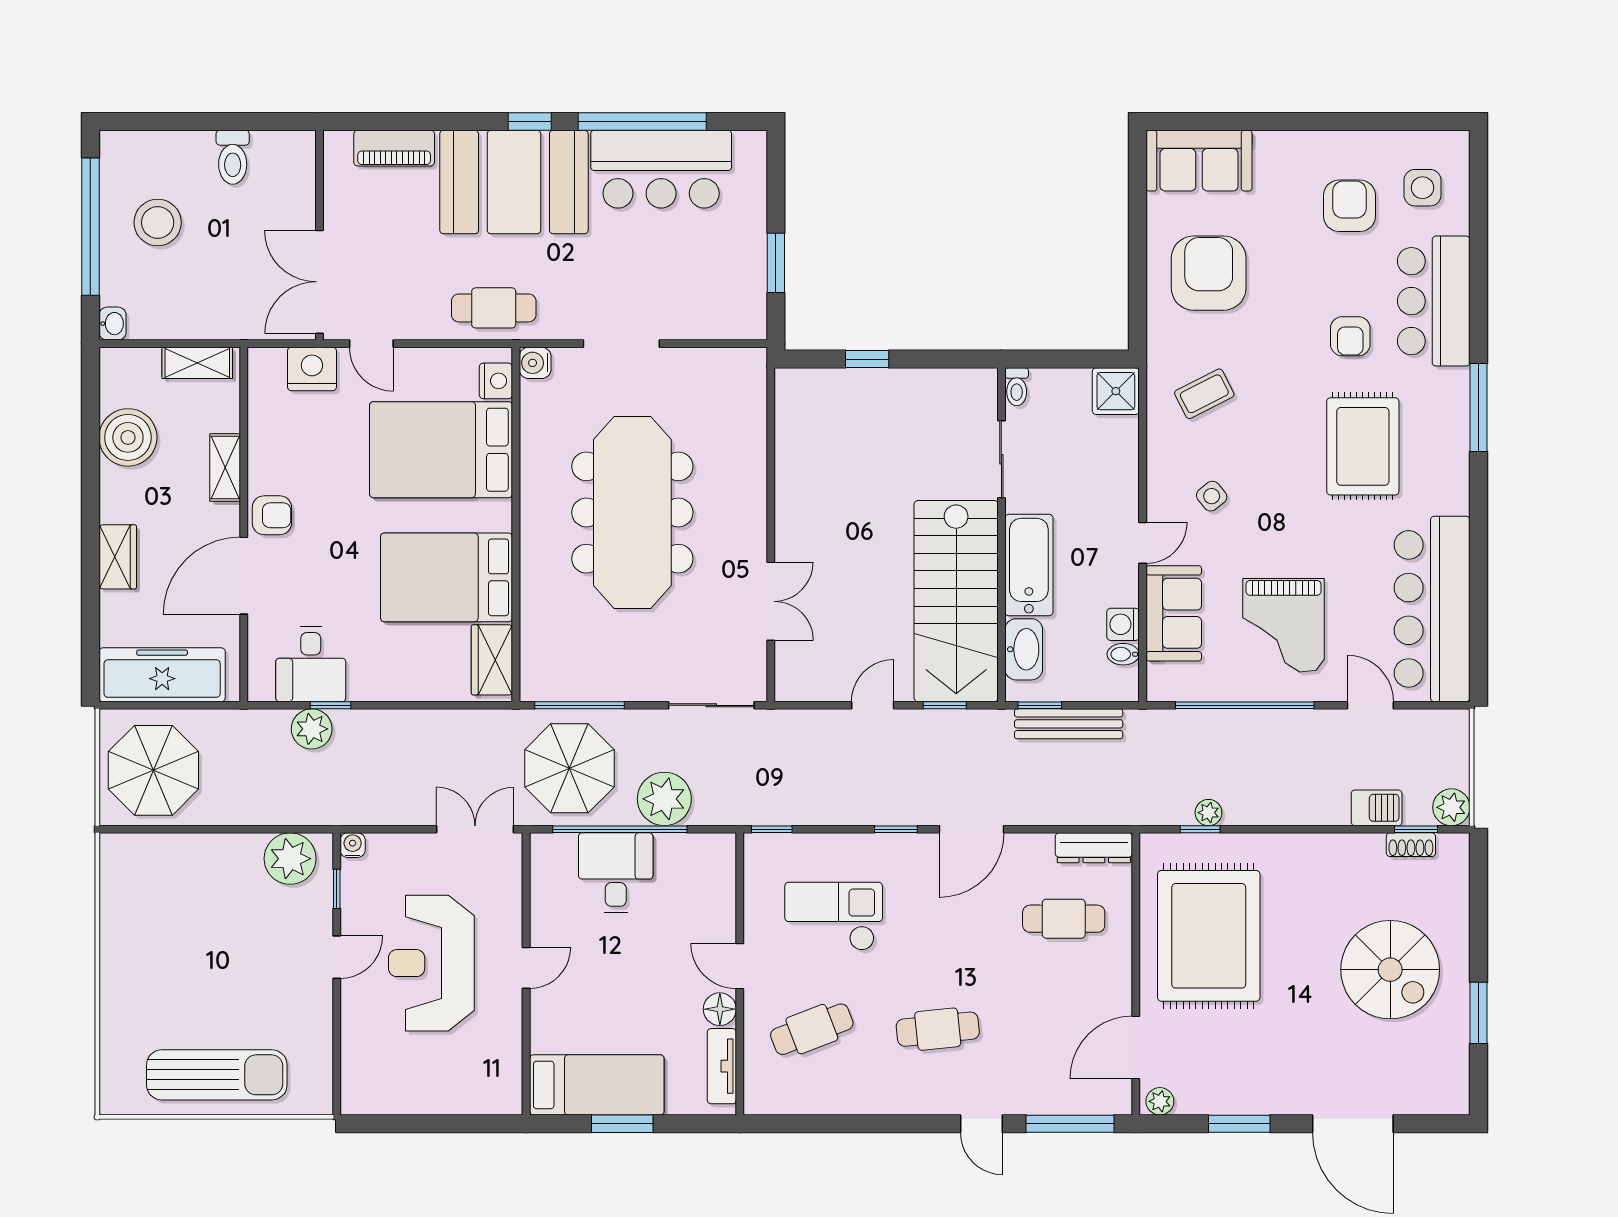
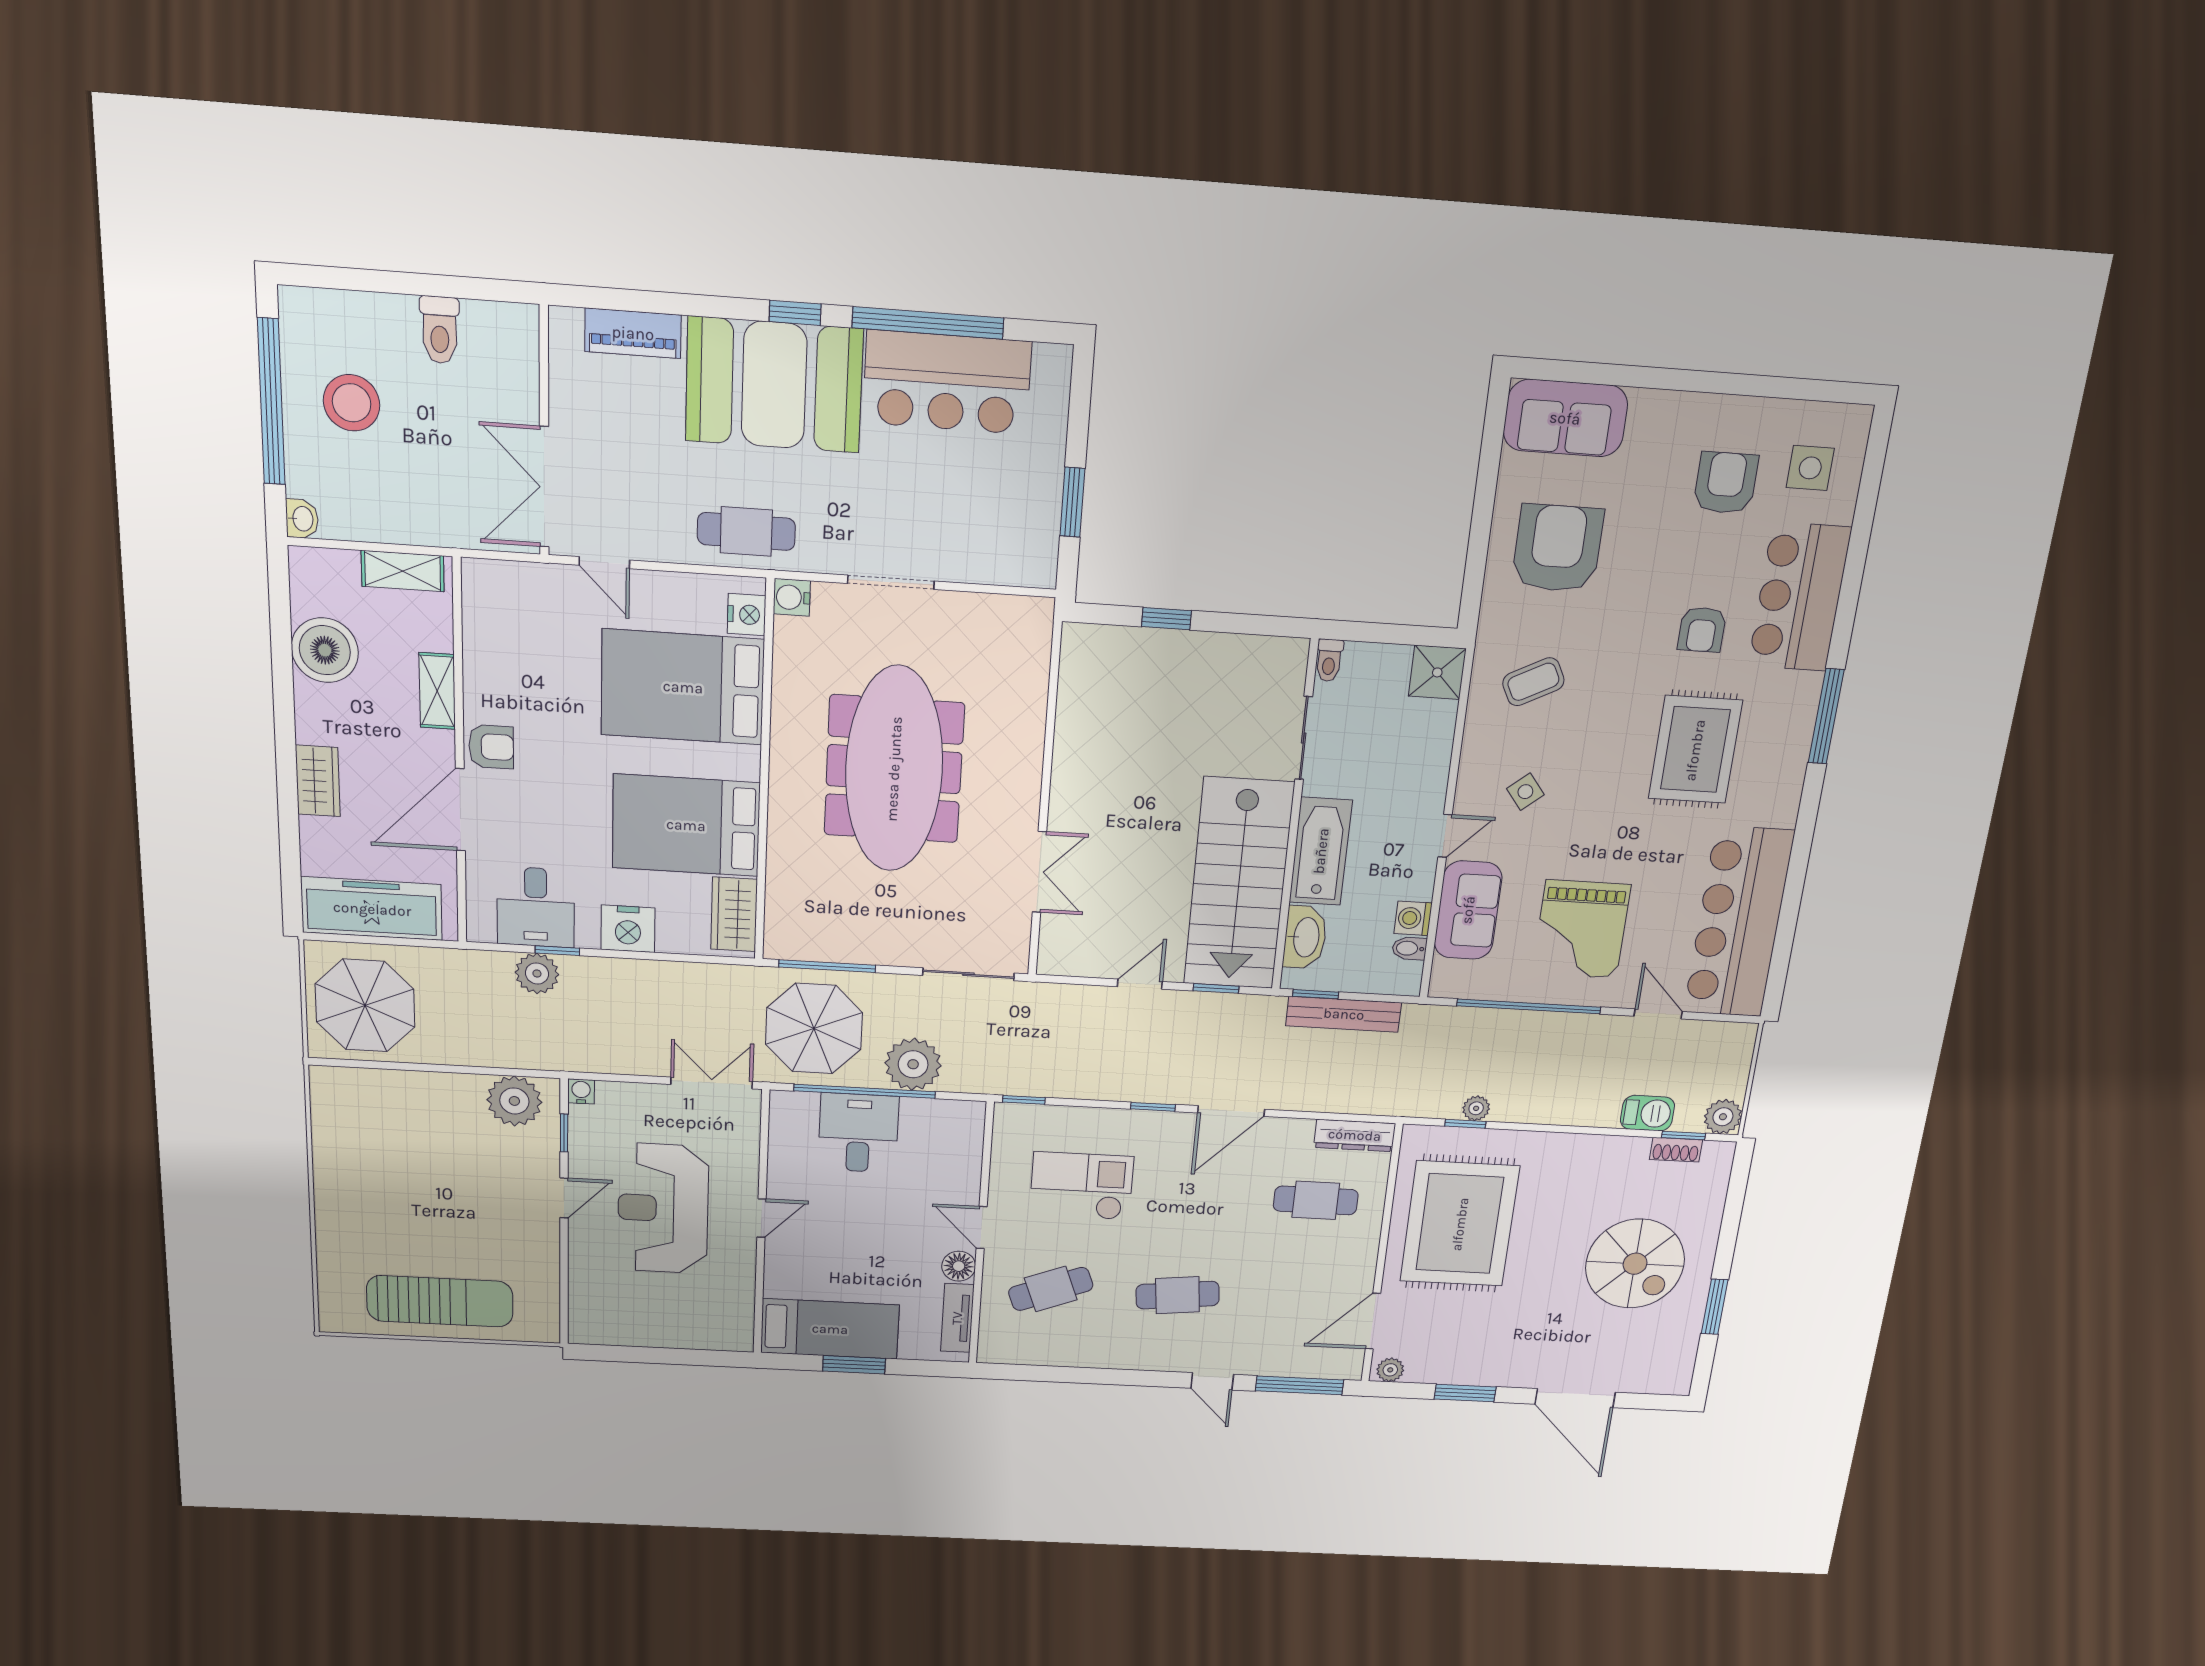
nightstand: (312, 369) -> (628, 929), moved, turned 180

